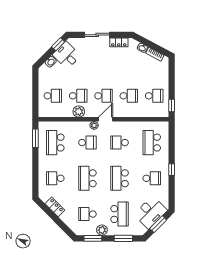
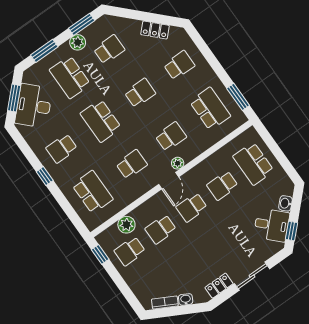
school desk: (53, 96) -> (253, 164), width x1.85
plant: (79, 112) -> (126, 225), moved
school desk: (87, 143) -> (171, 137), turned 180
school desk: (87, 178) -> (140, 93), width x0.54
school desk: (120, 178) -> (101, 121), turned 180

